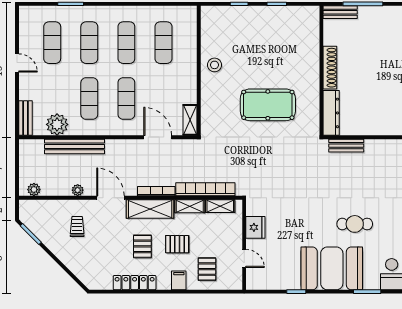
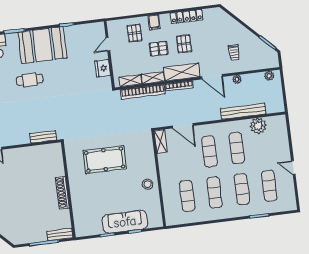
sofa: (251, 19) -> (125, 222), added
dresser: (331, 113) -> (57, 160), removed
bench: (25, 118) -> (282, 128), removed
door: (244, 258) -> (108, 44), hinge flipped

